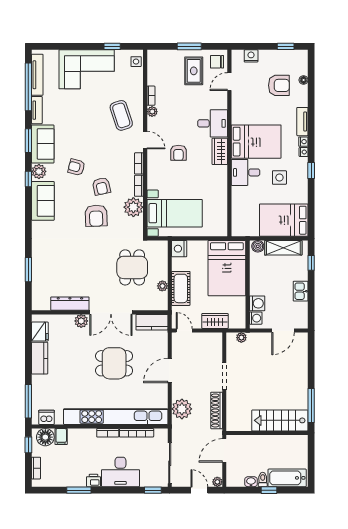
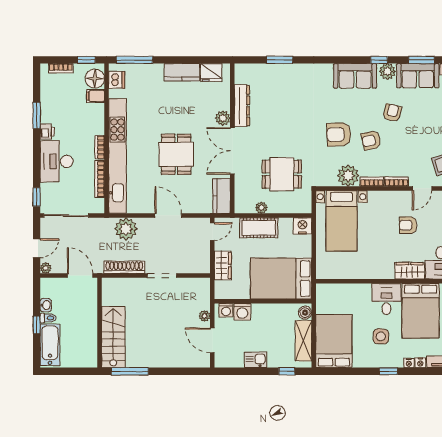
plant: (241, 338) -> (205, 316), moved

